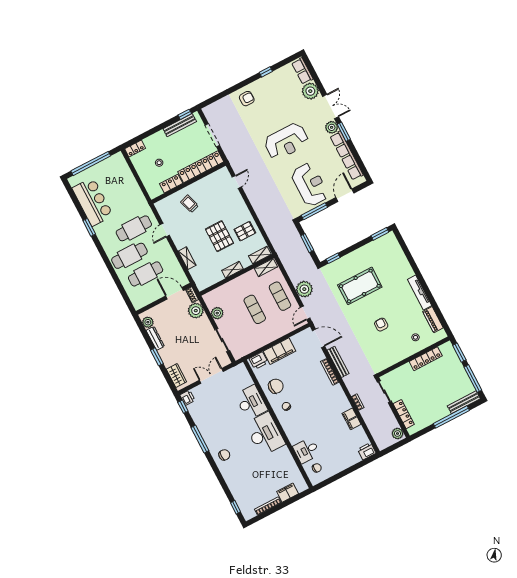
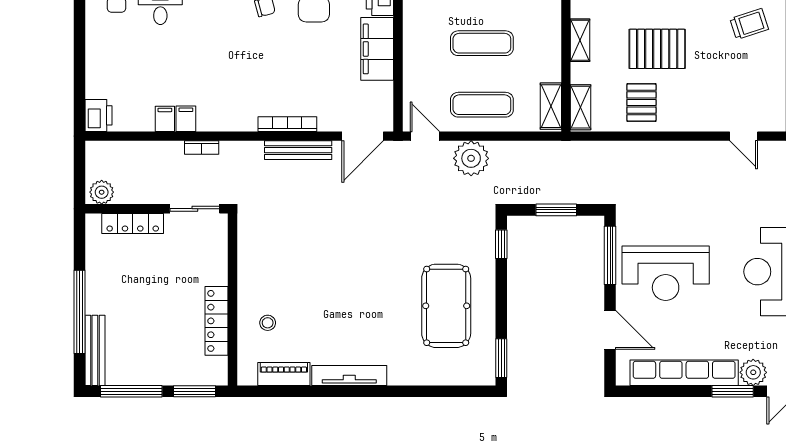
pool table: (360, 286) -> (446, 306), moved
armchair: (381, 325) -> (326, 270), removed

